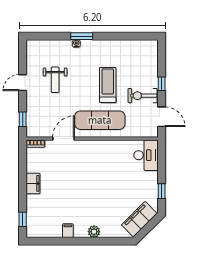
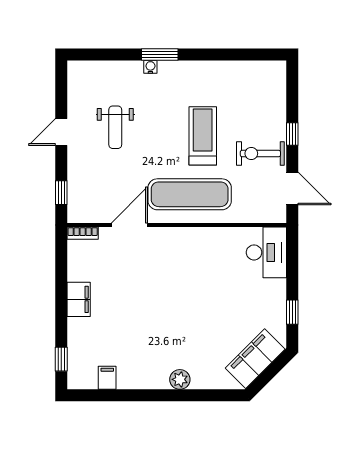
filing cabinet: (68, 231) -> (107, 378), moved

